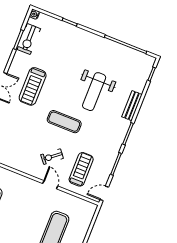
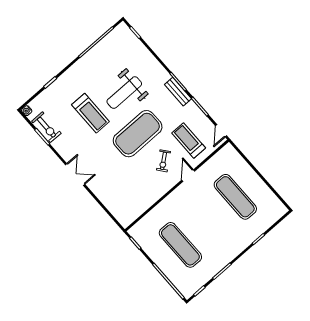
treadmill: (33, 86) -> (90, 113), moved
weight bench: (94, 92) -> (124, 93), turned 90
bench: (132, 106) -> (178, 92), moved
exercise mat: (64, 122) -> (138, 134), width x2.00, depth x1.45
door: (50, 185) -> (188, 176), hinge flipped

